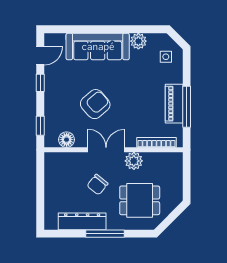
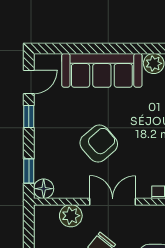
floor lamp: (67, 140) -> (44, 189), moved
plant: (134, 161) -> (71, 216), moved

